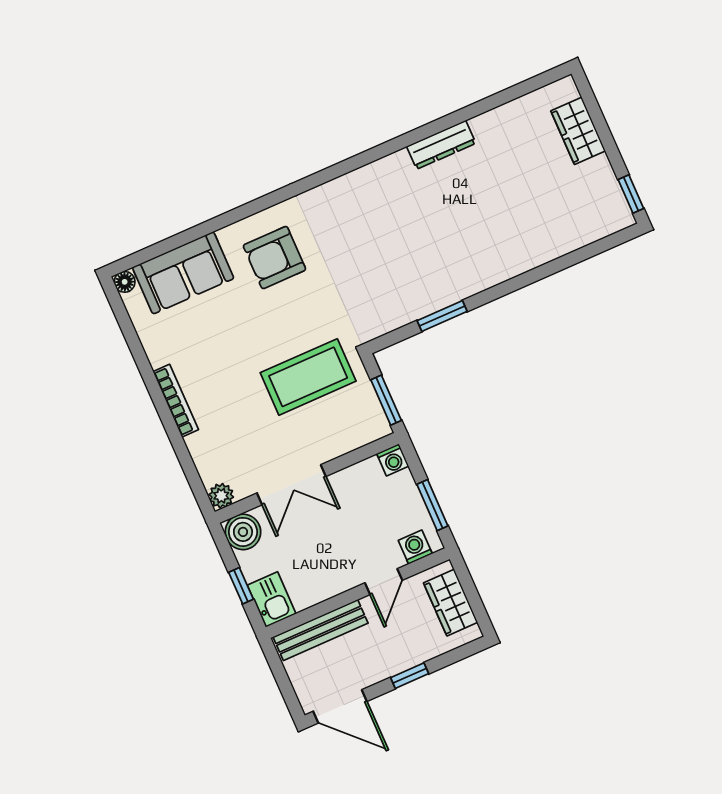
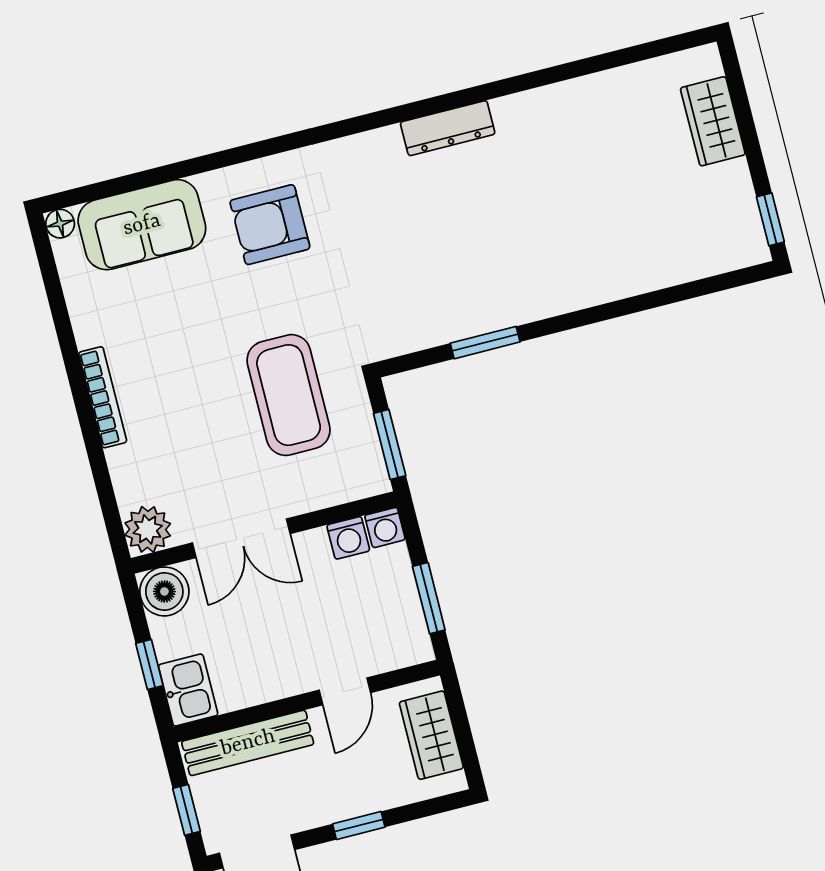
dresser: (441, 145) -> (448, 128), moved
coffee table: (308, 377) -> (289, 395), turned 90
plant: (221, 496) -> (148, 529), width x1.38, depth x1.38
washing machine: (415, 547) -> (348, 538), moved, turned 180
window: (285, 685) -> (186, 810), added

